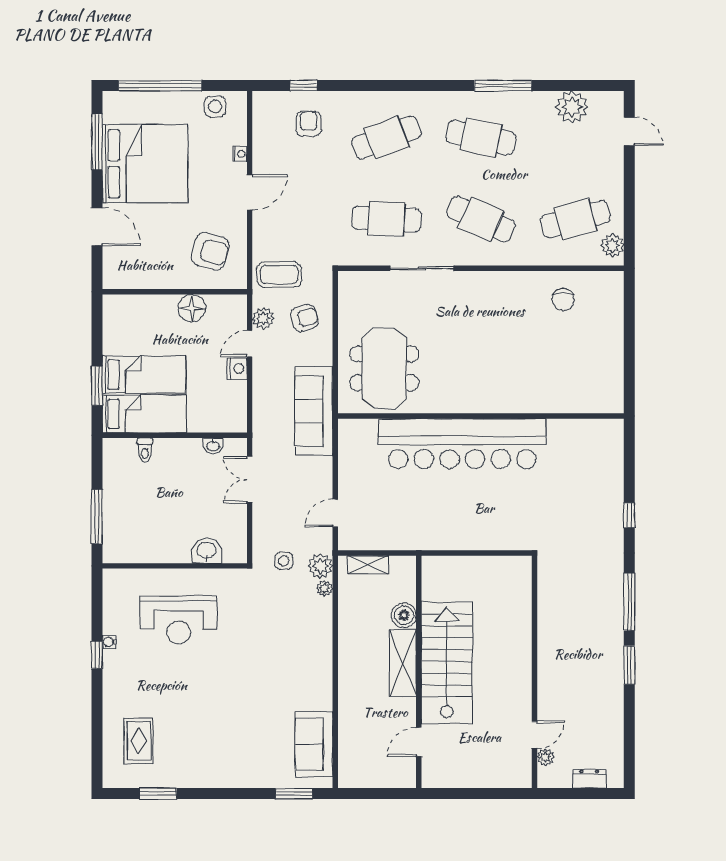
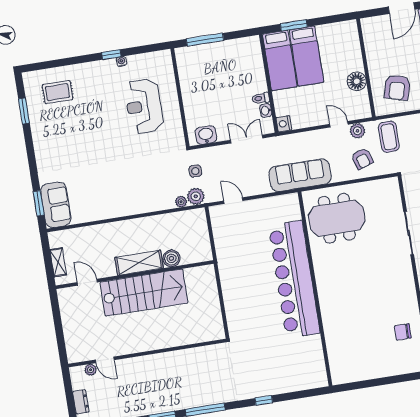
nightstand: (237, 369) -> (284, 124), moved, turned 90
toilet: (145, 450) -> (261, 98), moved
washbasin: (207, 551) -> (206, 135), moved, turned -90
shelving: (368, 565) -> (58, 262), moved
sofa: (314, 744) -> (56, 205), moved, turned 90

